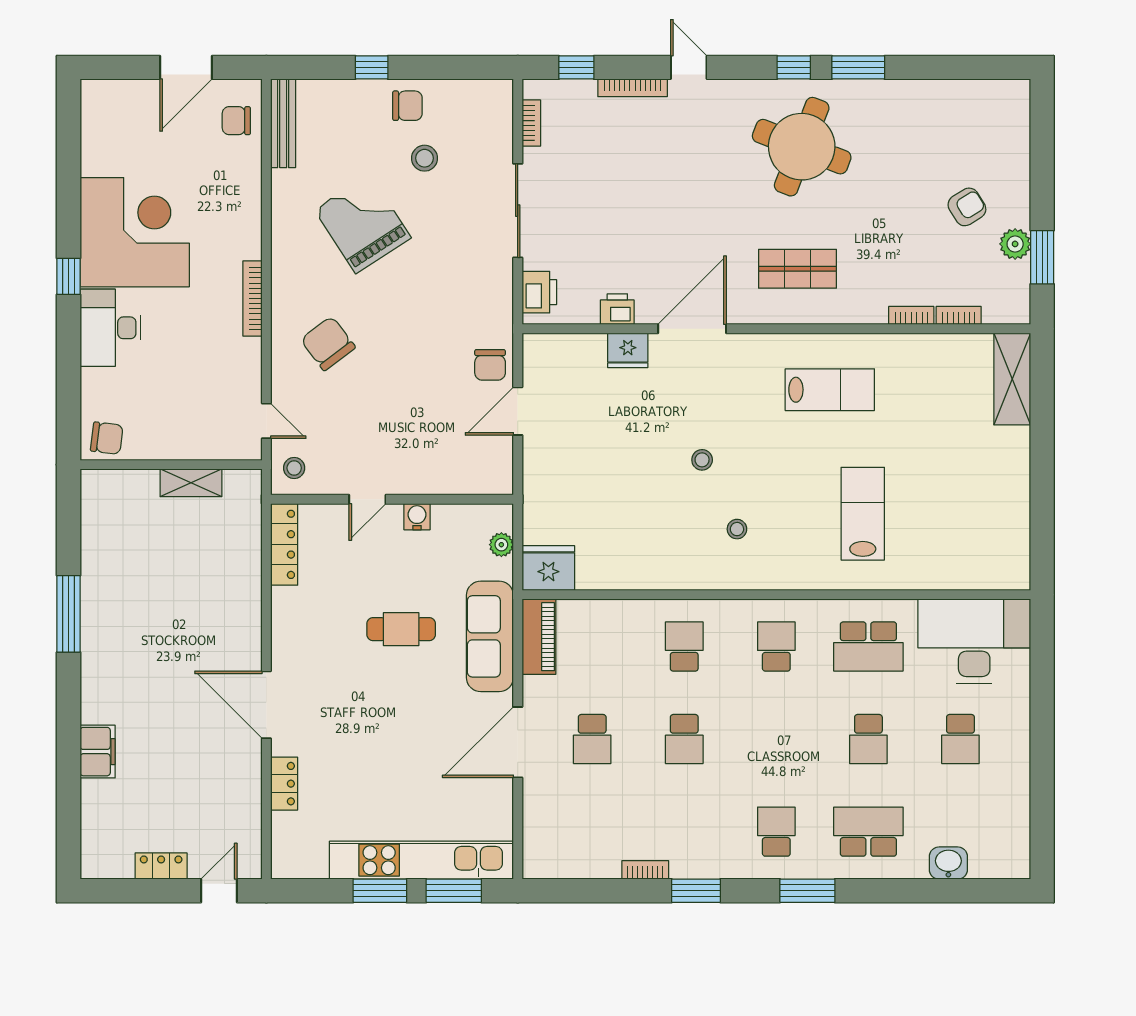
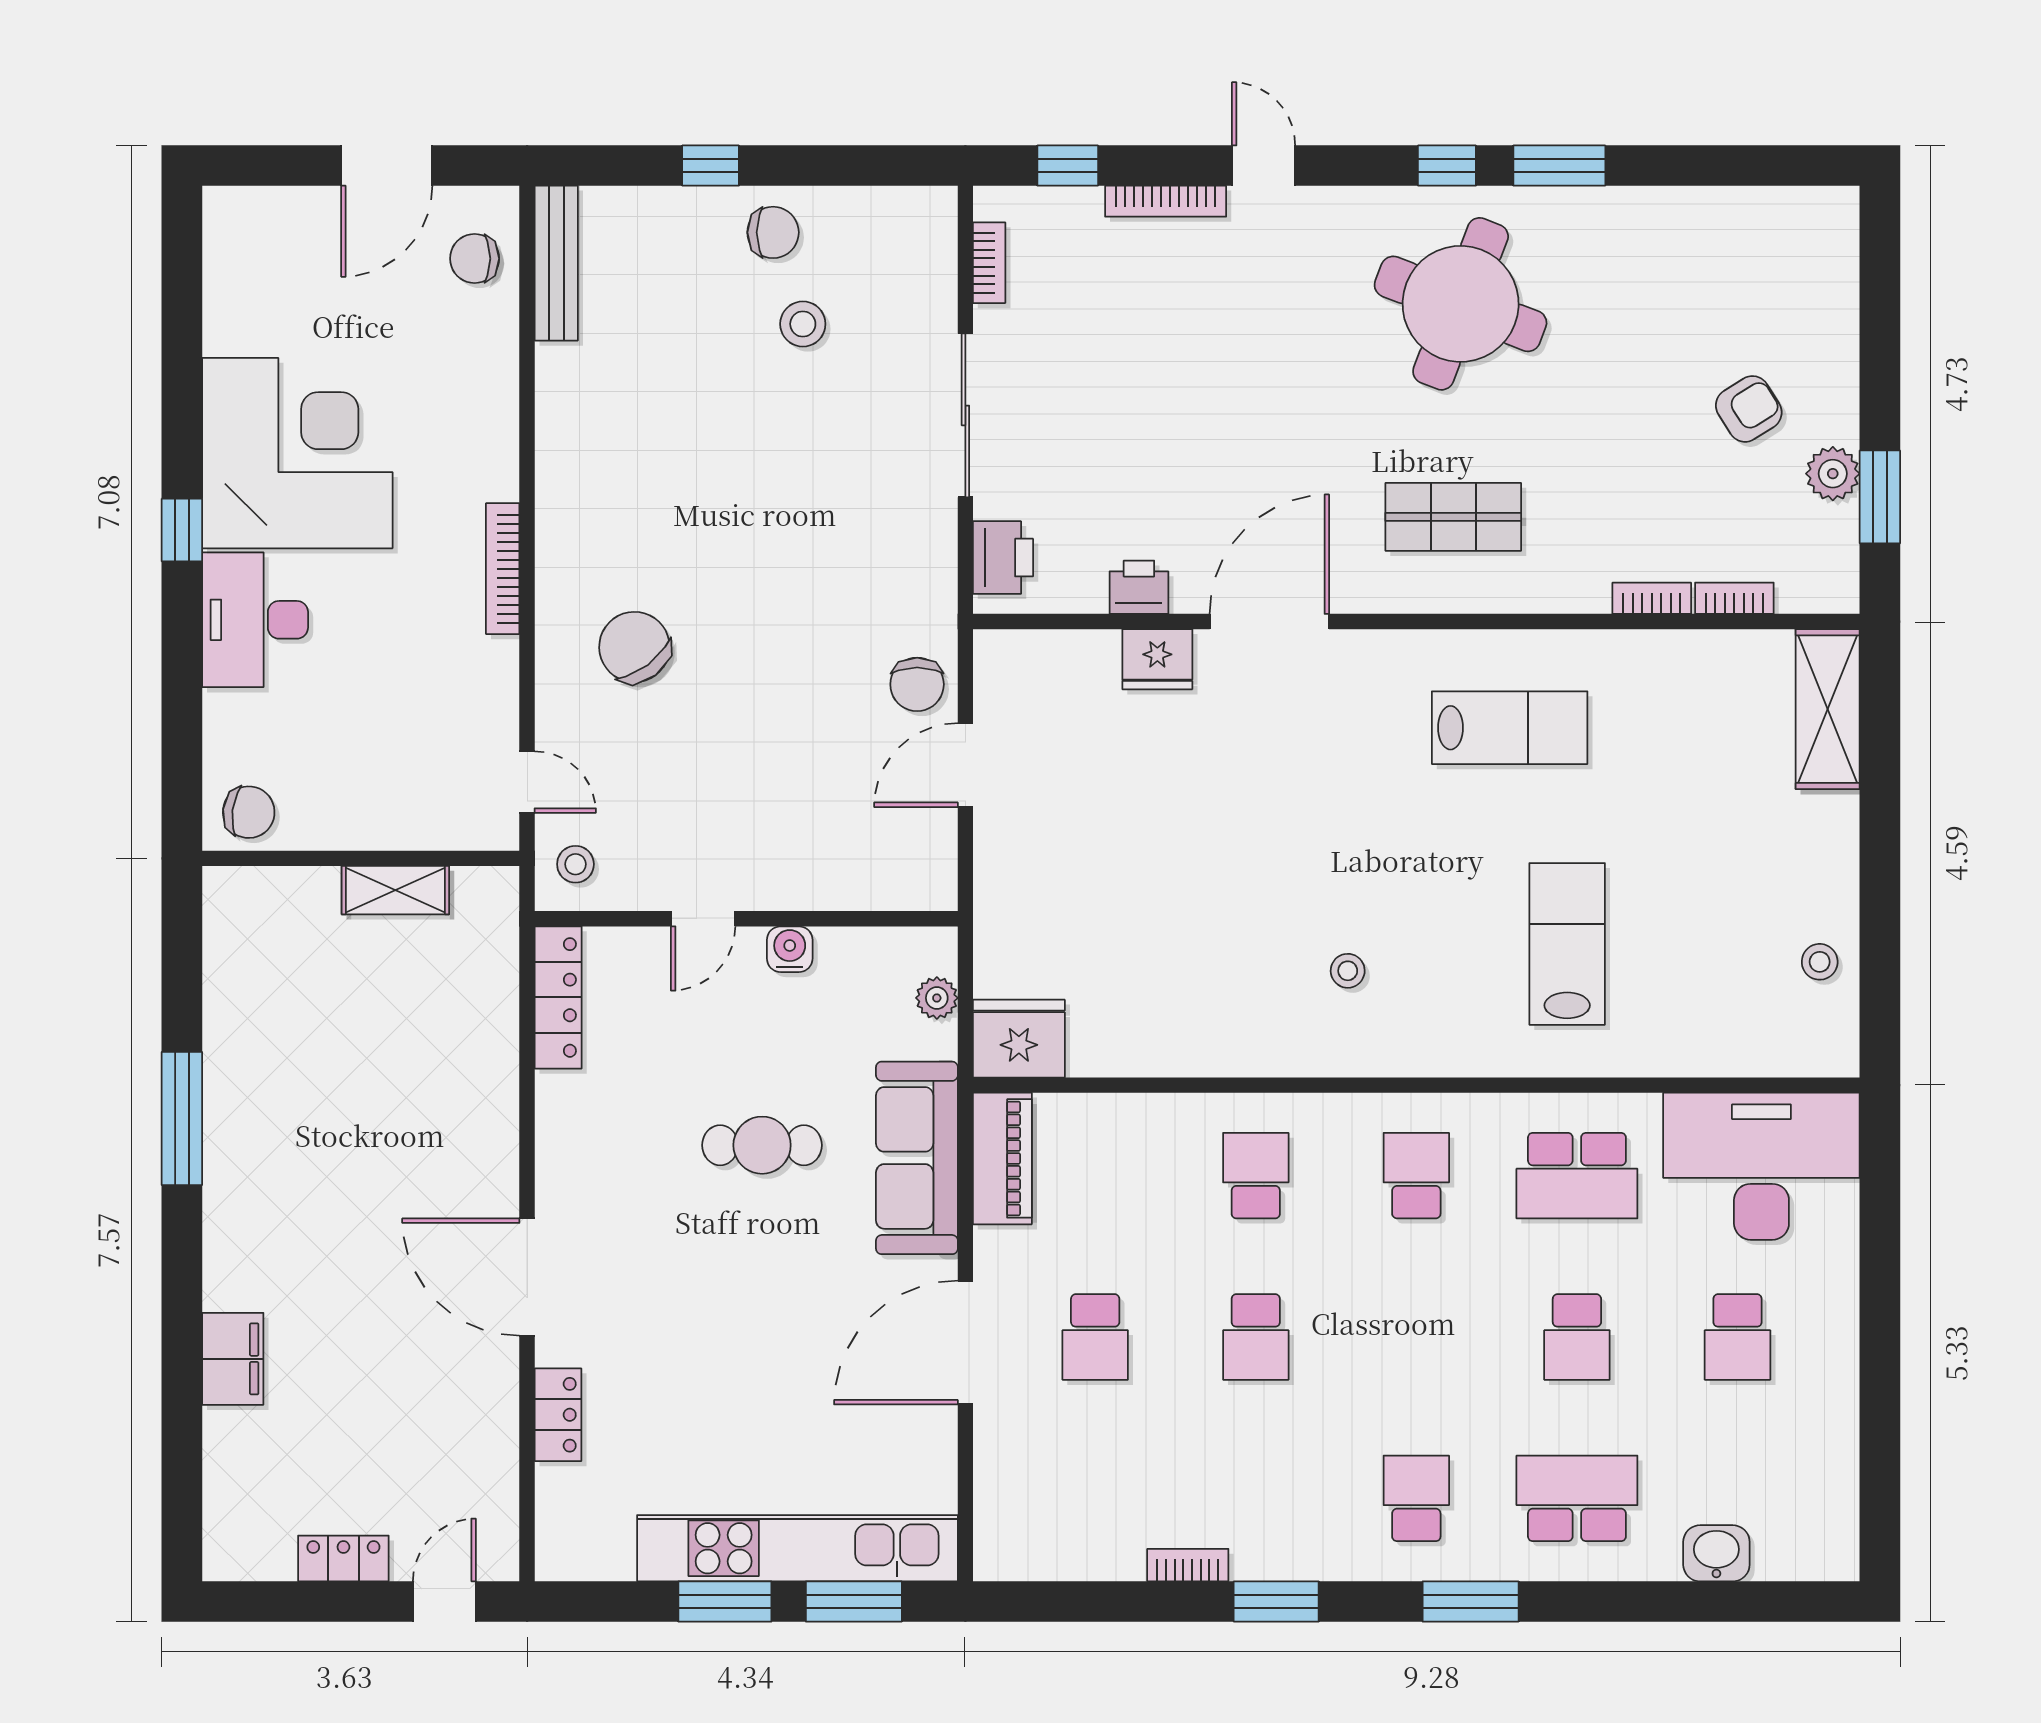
grand piano: (363, 224) -> (695, 438), removed
stool: (702, 460) -> (1820, 962), moved

